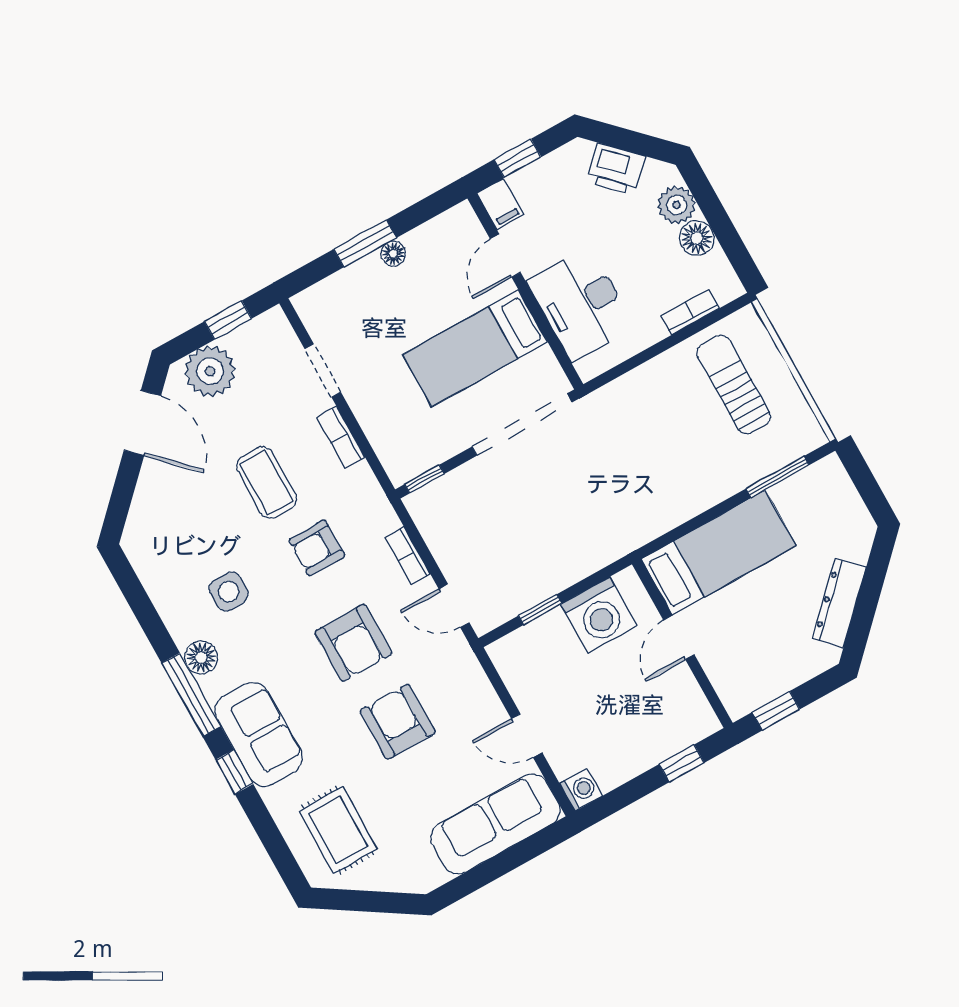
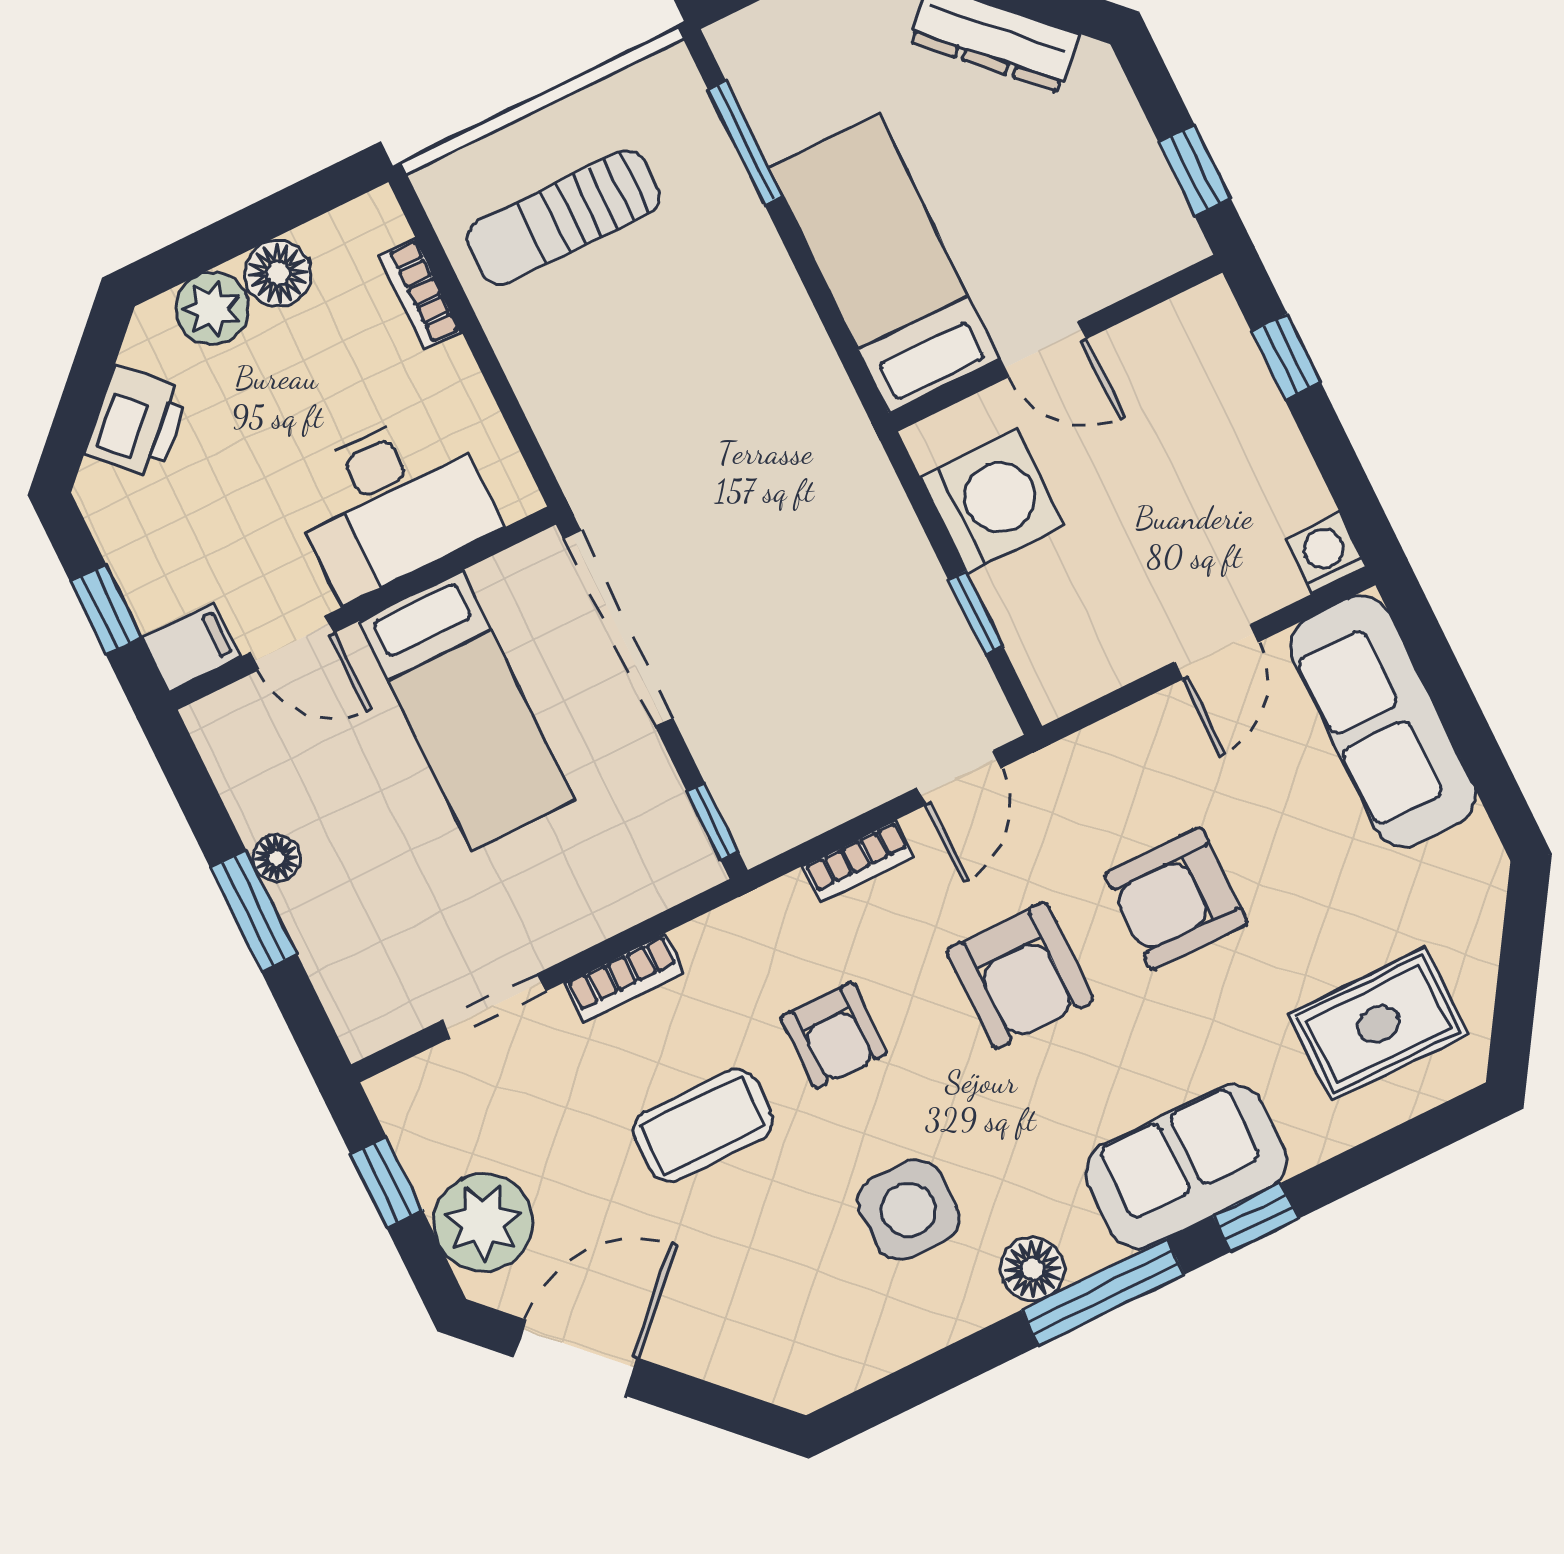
side table: (229, 592) -> (908, 1210), width x1.37, depth x1.37
armchair: (353, 643) -> (1020, 975), turned 90

